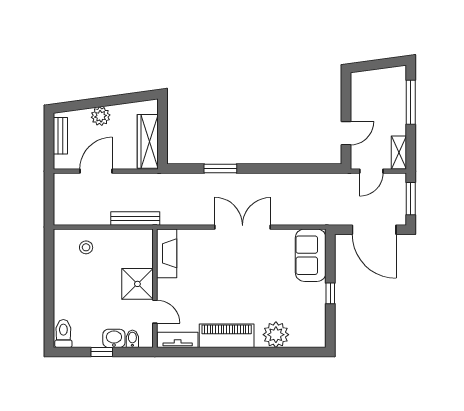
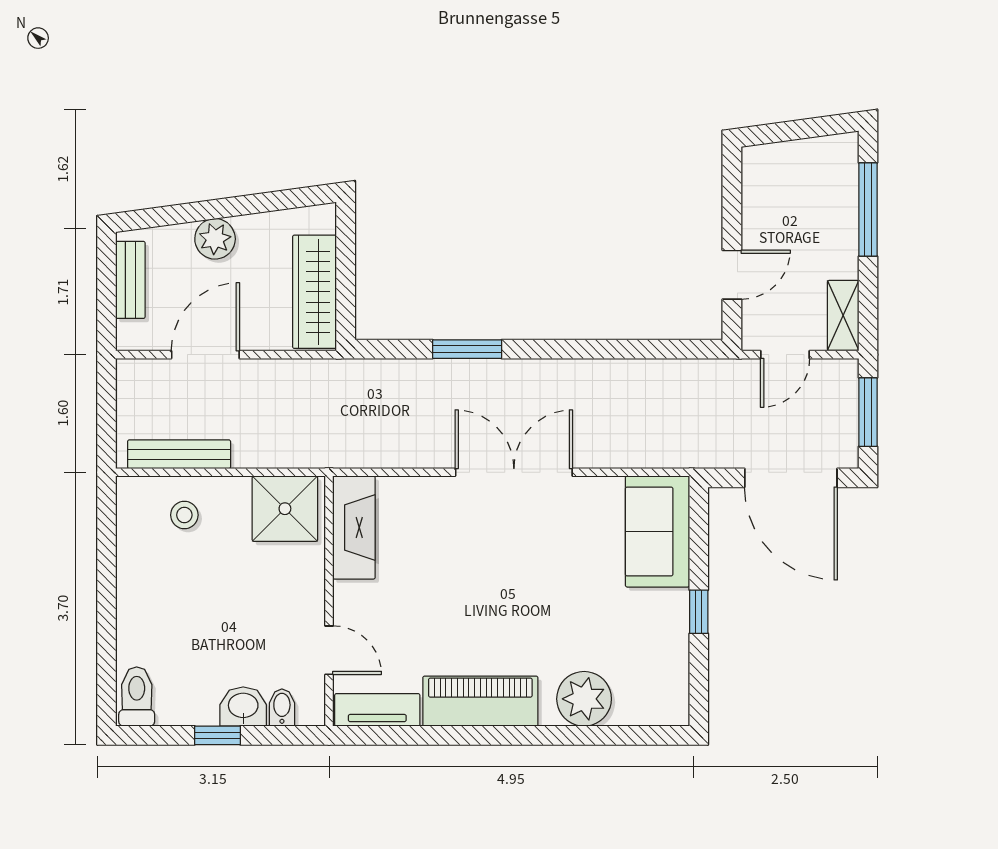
bench: (135, 218) -> (179, 454), moved
shower: (137, 284) -> (285, 509), moved

